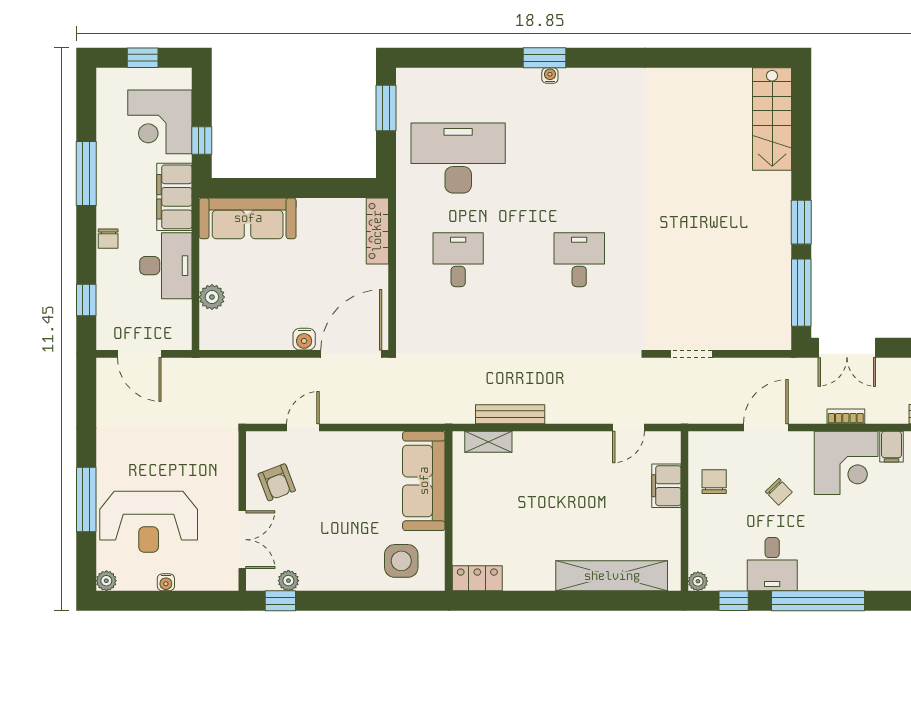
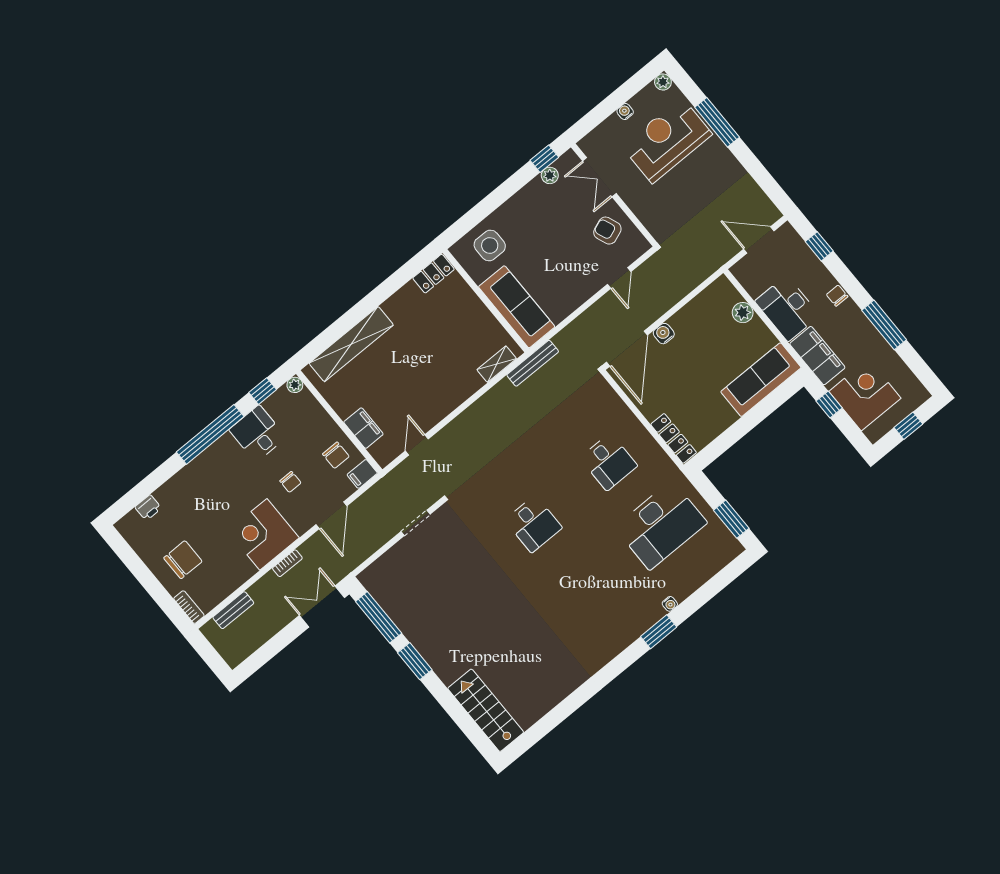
water cooler: (550, 76) -> (670, 604), moved
bench: (510, 414) -> (533, 363), moved
filing cabinet: (892, 447) -> (362, 474), moved, turned -90
chair: (779, 492) -> (290, 482), turned -136

